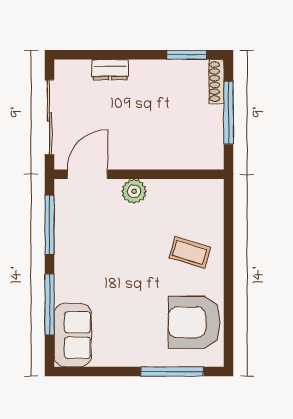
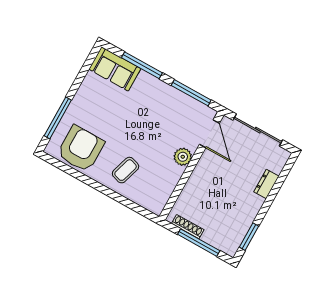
shoe rack: (216, 82) -> (188, 227), moved

